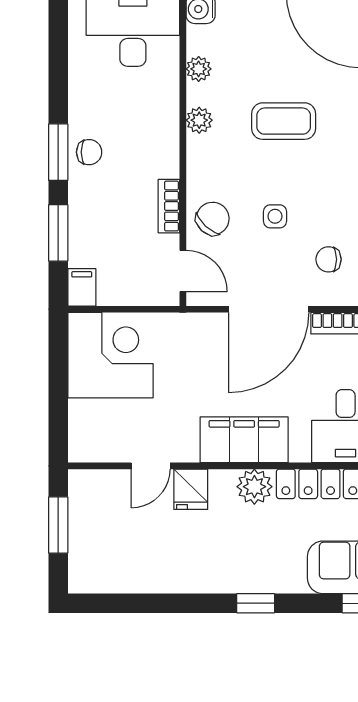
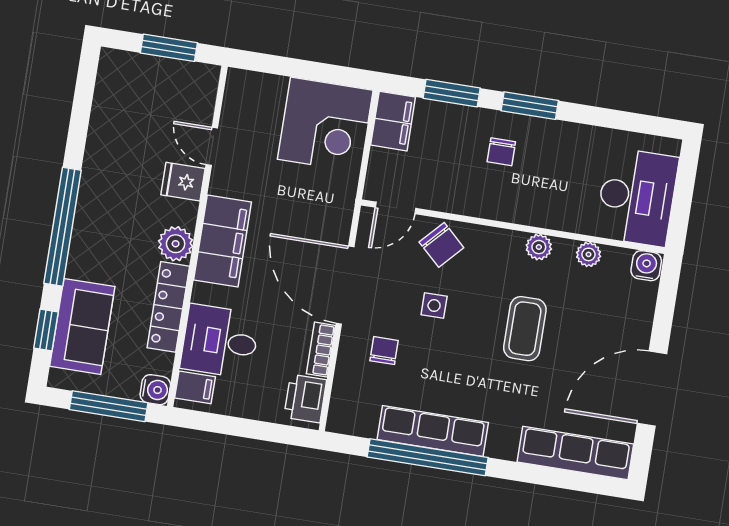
chair: (89, 152) -> (501, 152), moved
bookcase: (169, 206) -> (460, 204), removed
filing cabinet: (82, 287) -> (393, 121), width x2.00
window: (256, 603) -> (63, 227), width x3.17

